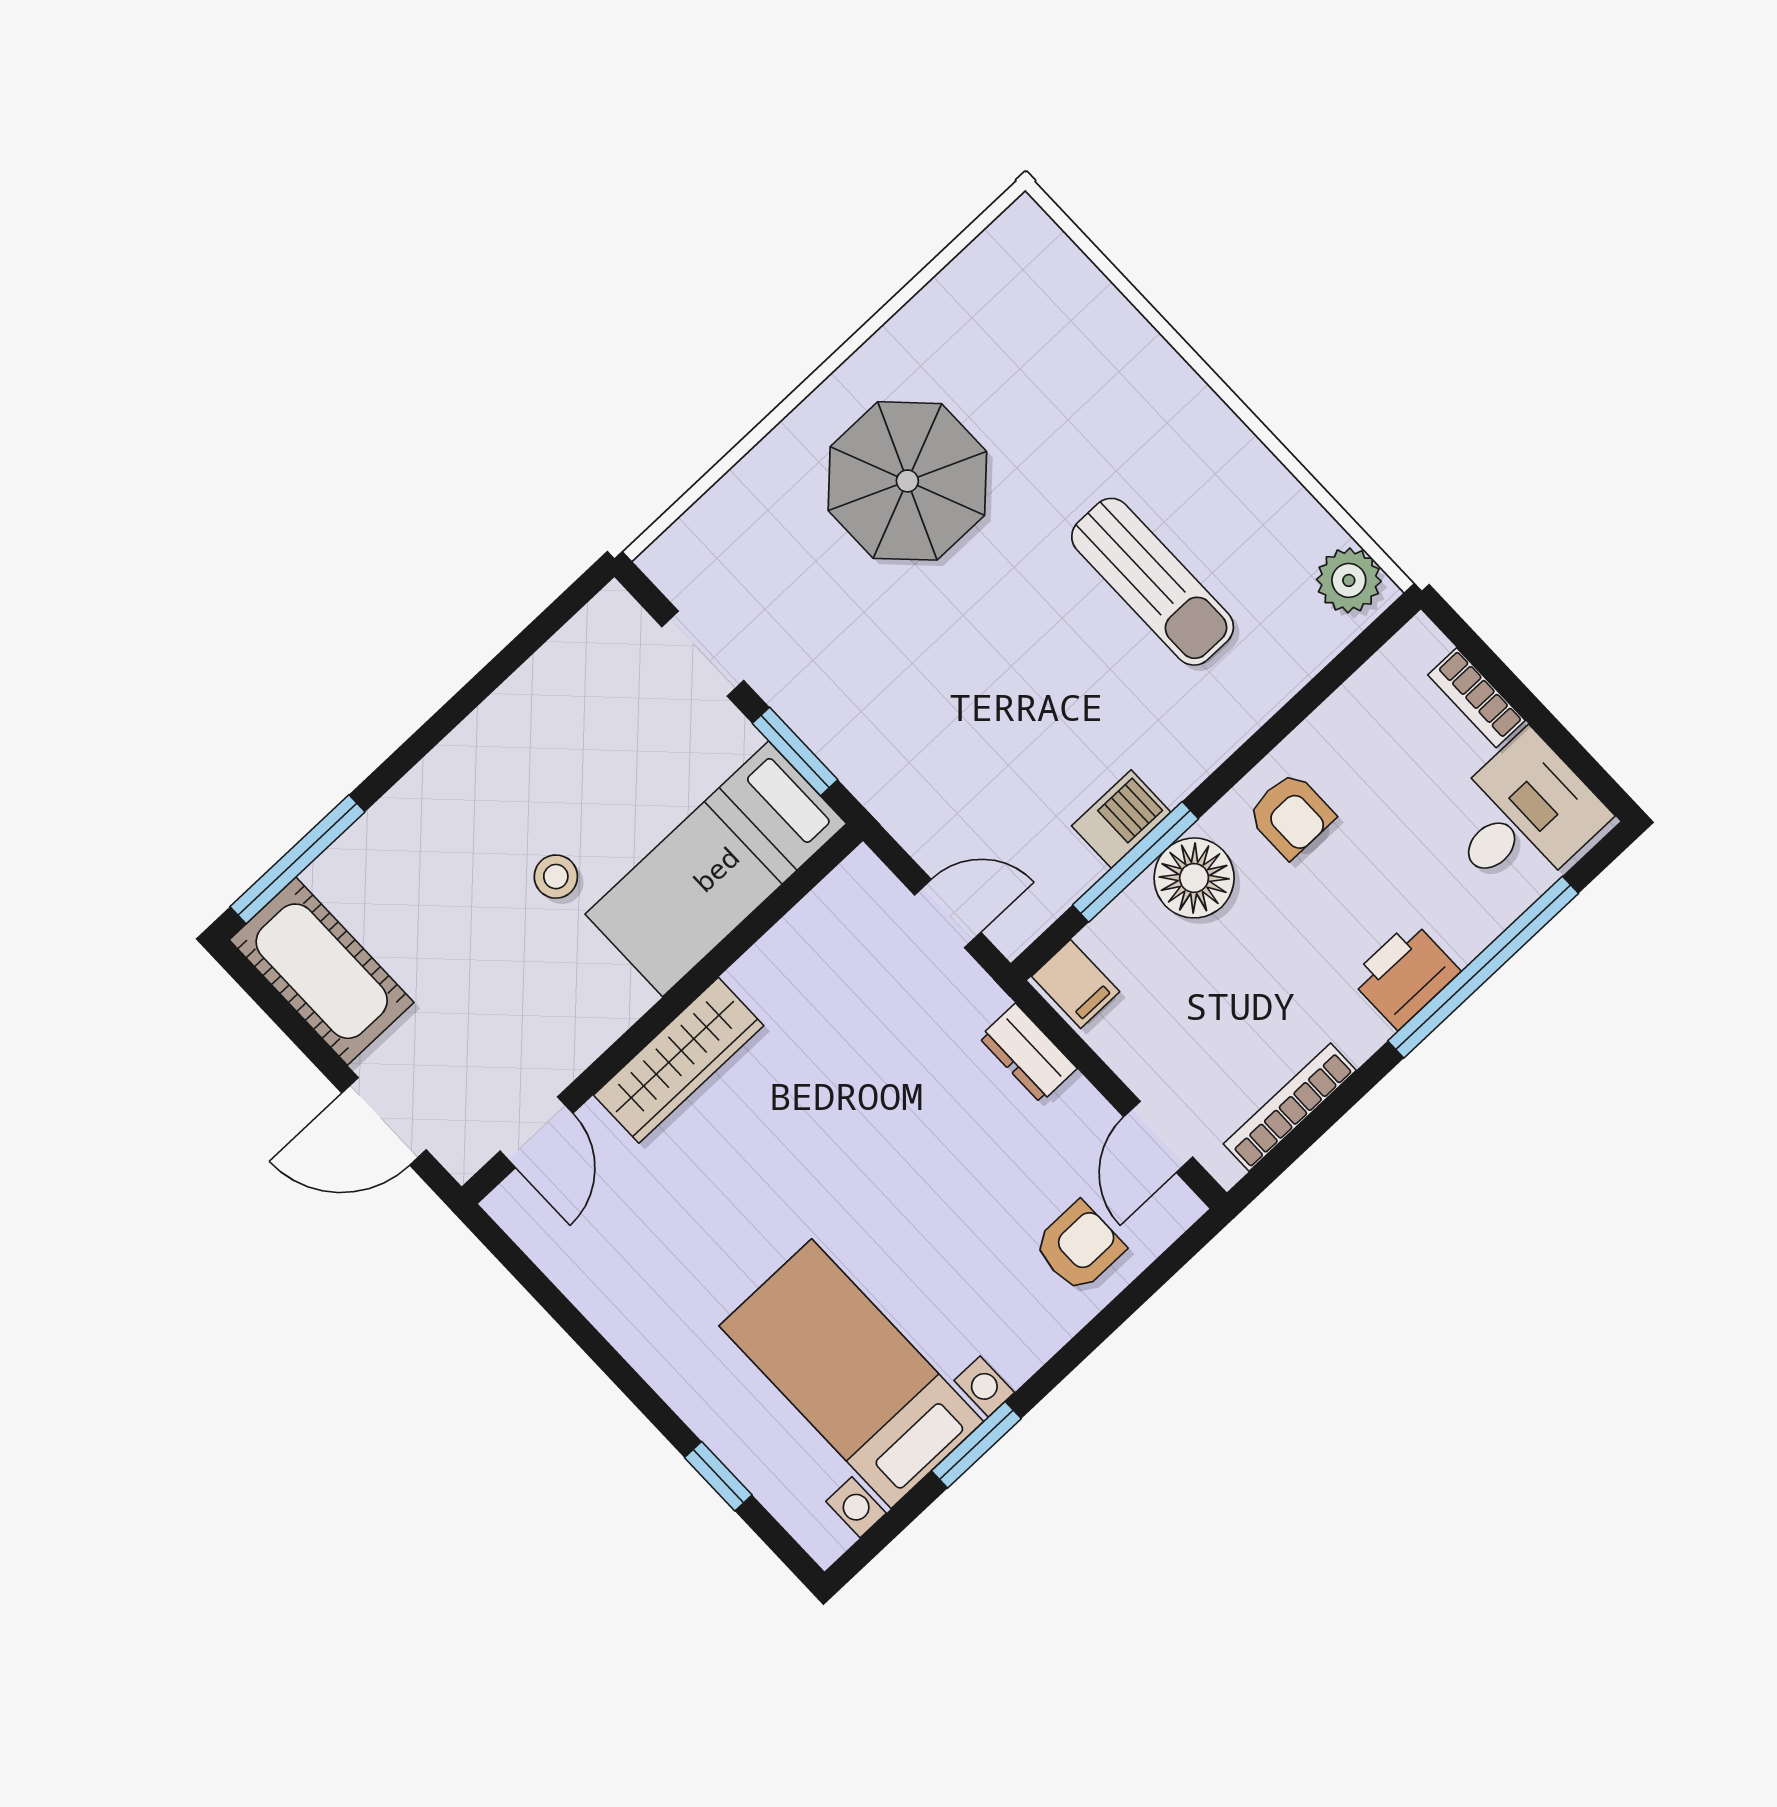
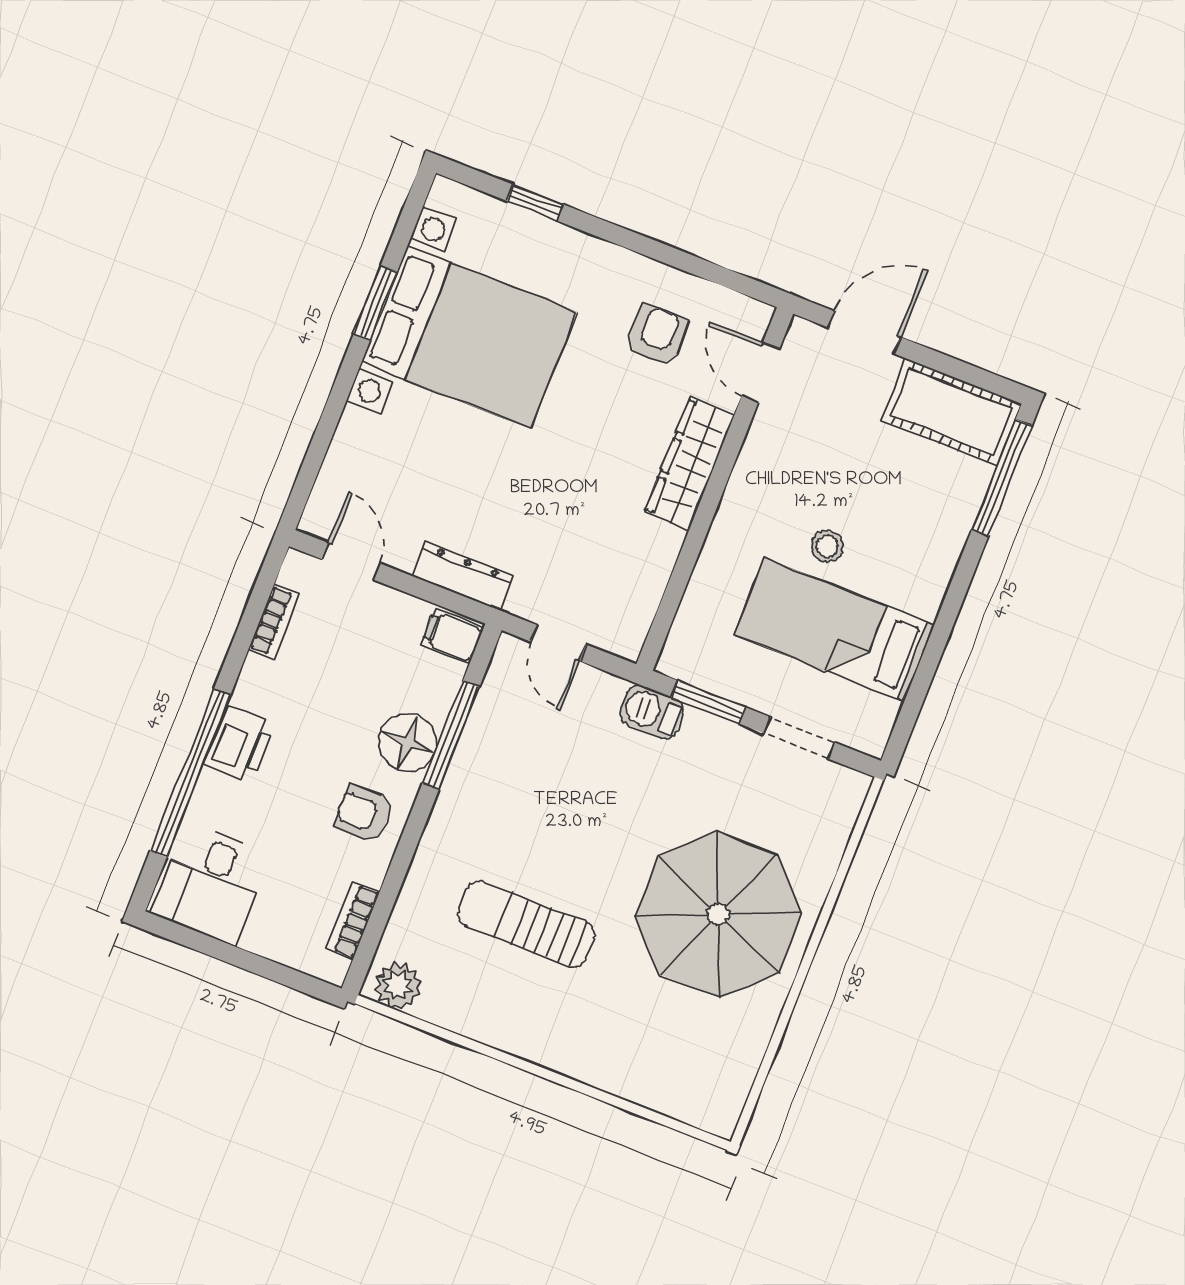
parasol: (907, 481) -> (718, 914), width x1.36, depth x1.36
bookcase: (1476, 698) -> (353, 920), moved, turned -90
barbecue: (1121, 819) -> (652, 712), moved, turned 90
bed: (716, 869) -> (834, 630), moved, turned -90
door: (948, 914) -> (558, 643), hinge flipped
dresser: (1028, 1053) -> (462, 576), width x1.44
bookcase: (1290, 1107) -> (274, 622), width x0.64
armchair: (1079, 1247) -> (657, 335), moved, turned 180
bed with nightstands: (851, 1374) -> (469, 337), width x1.36

